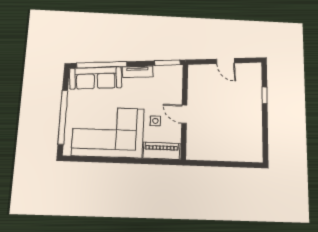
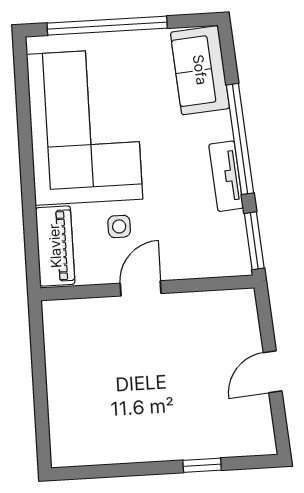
window: (102, 65) -> (240, 139), moved
sofa: (96, 78) -> (200, 70), width x0.73

